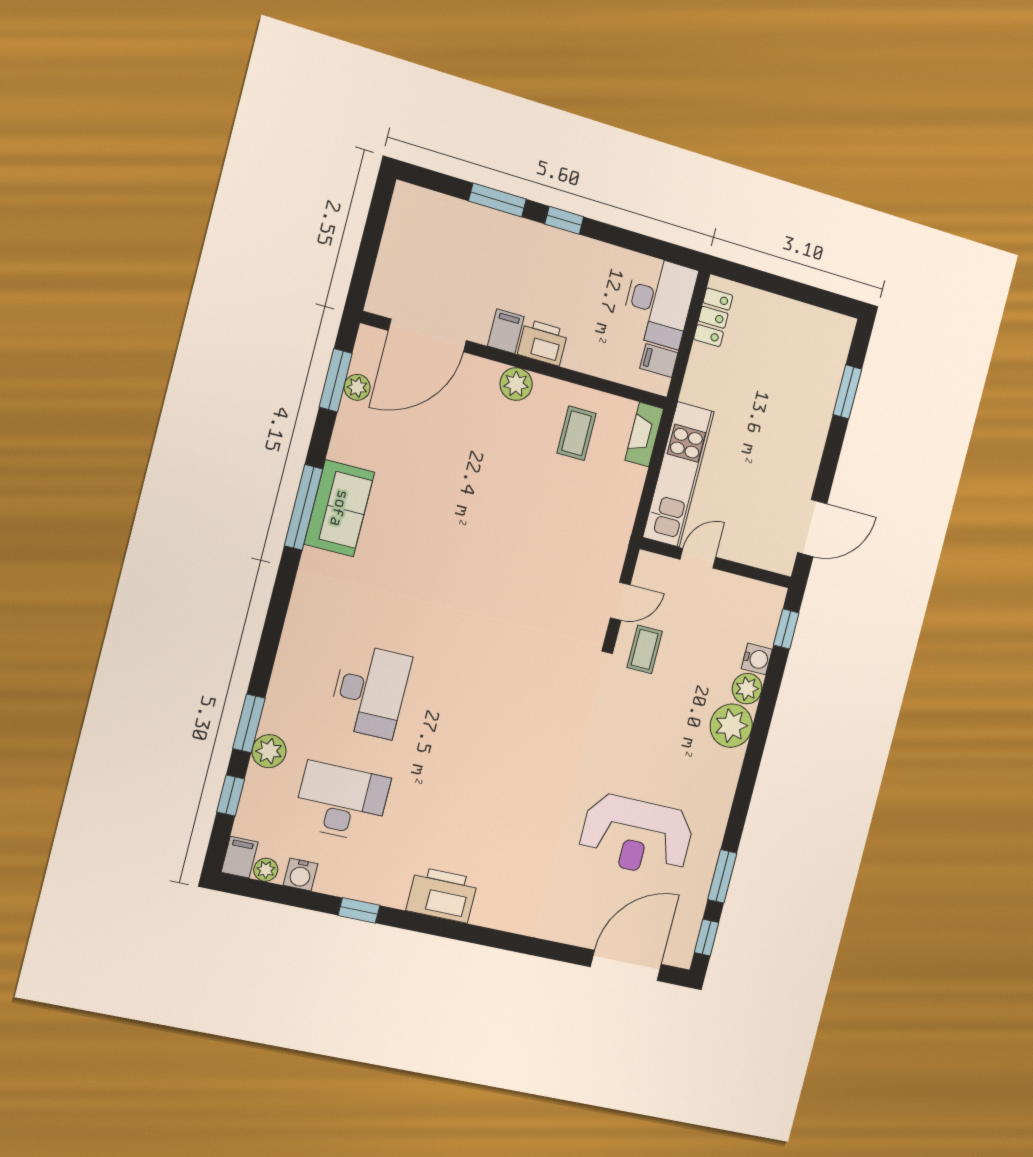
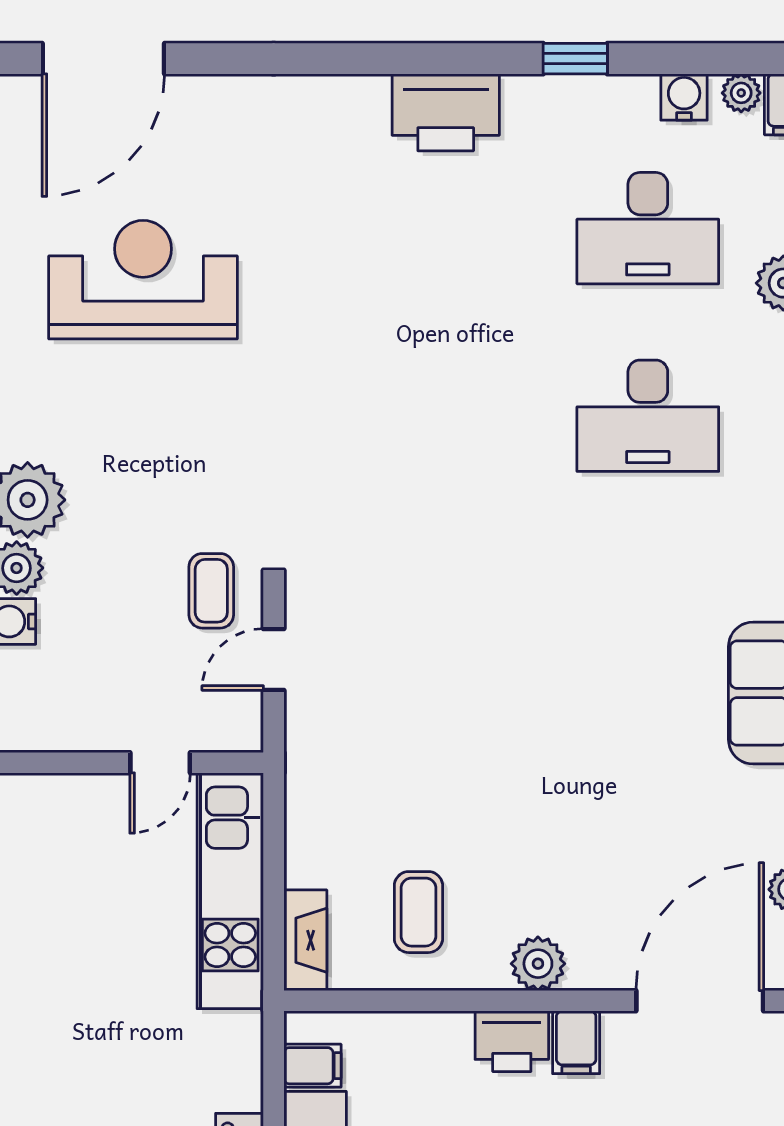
desk: (370, 691) -> (648, 416), turned -90

